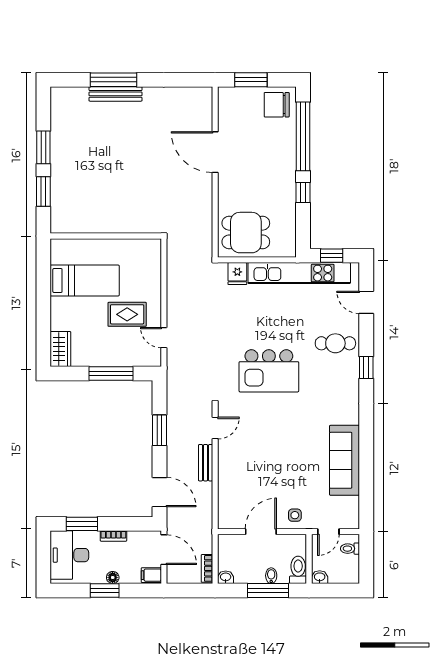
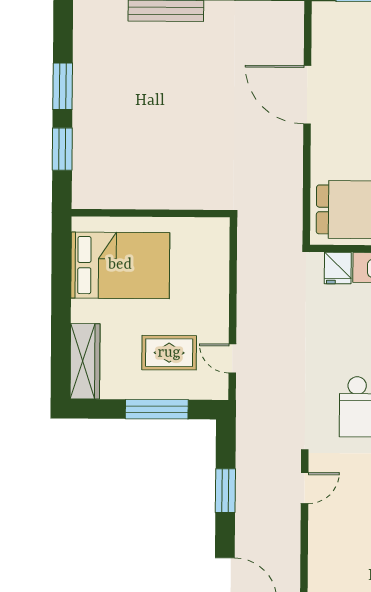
bed: (85, 281) -> (120, 265), width x1.50
rug: (127, 314) -> (169, 353), moved
wardrobe: (60, 349) -> (85, 361), width x1.50
bench: (206, 463) -> (291, 537), removed

